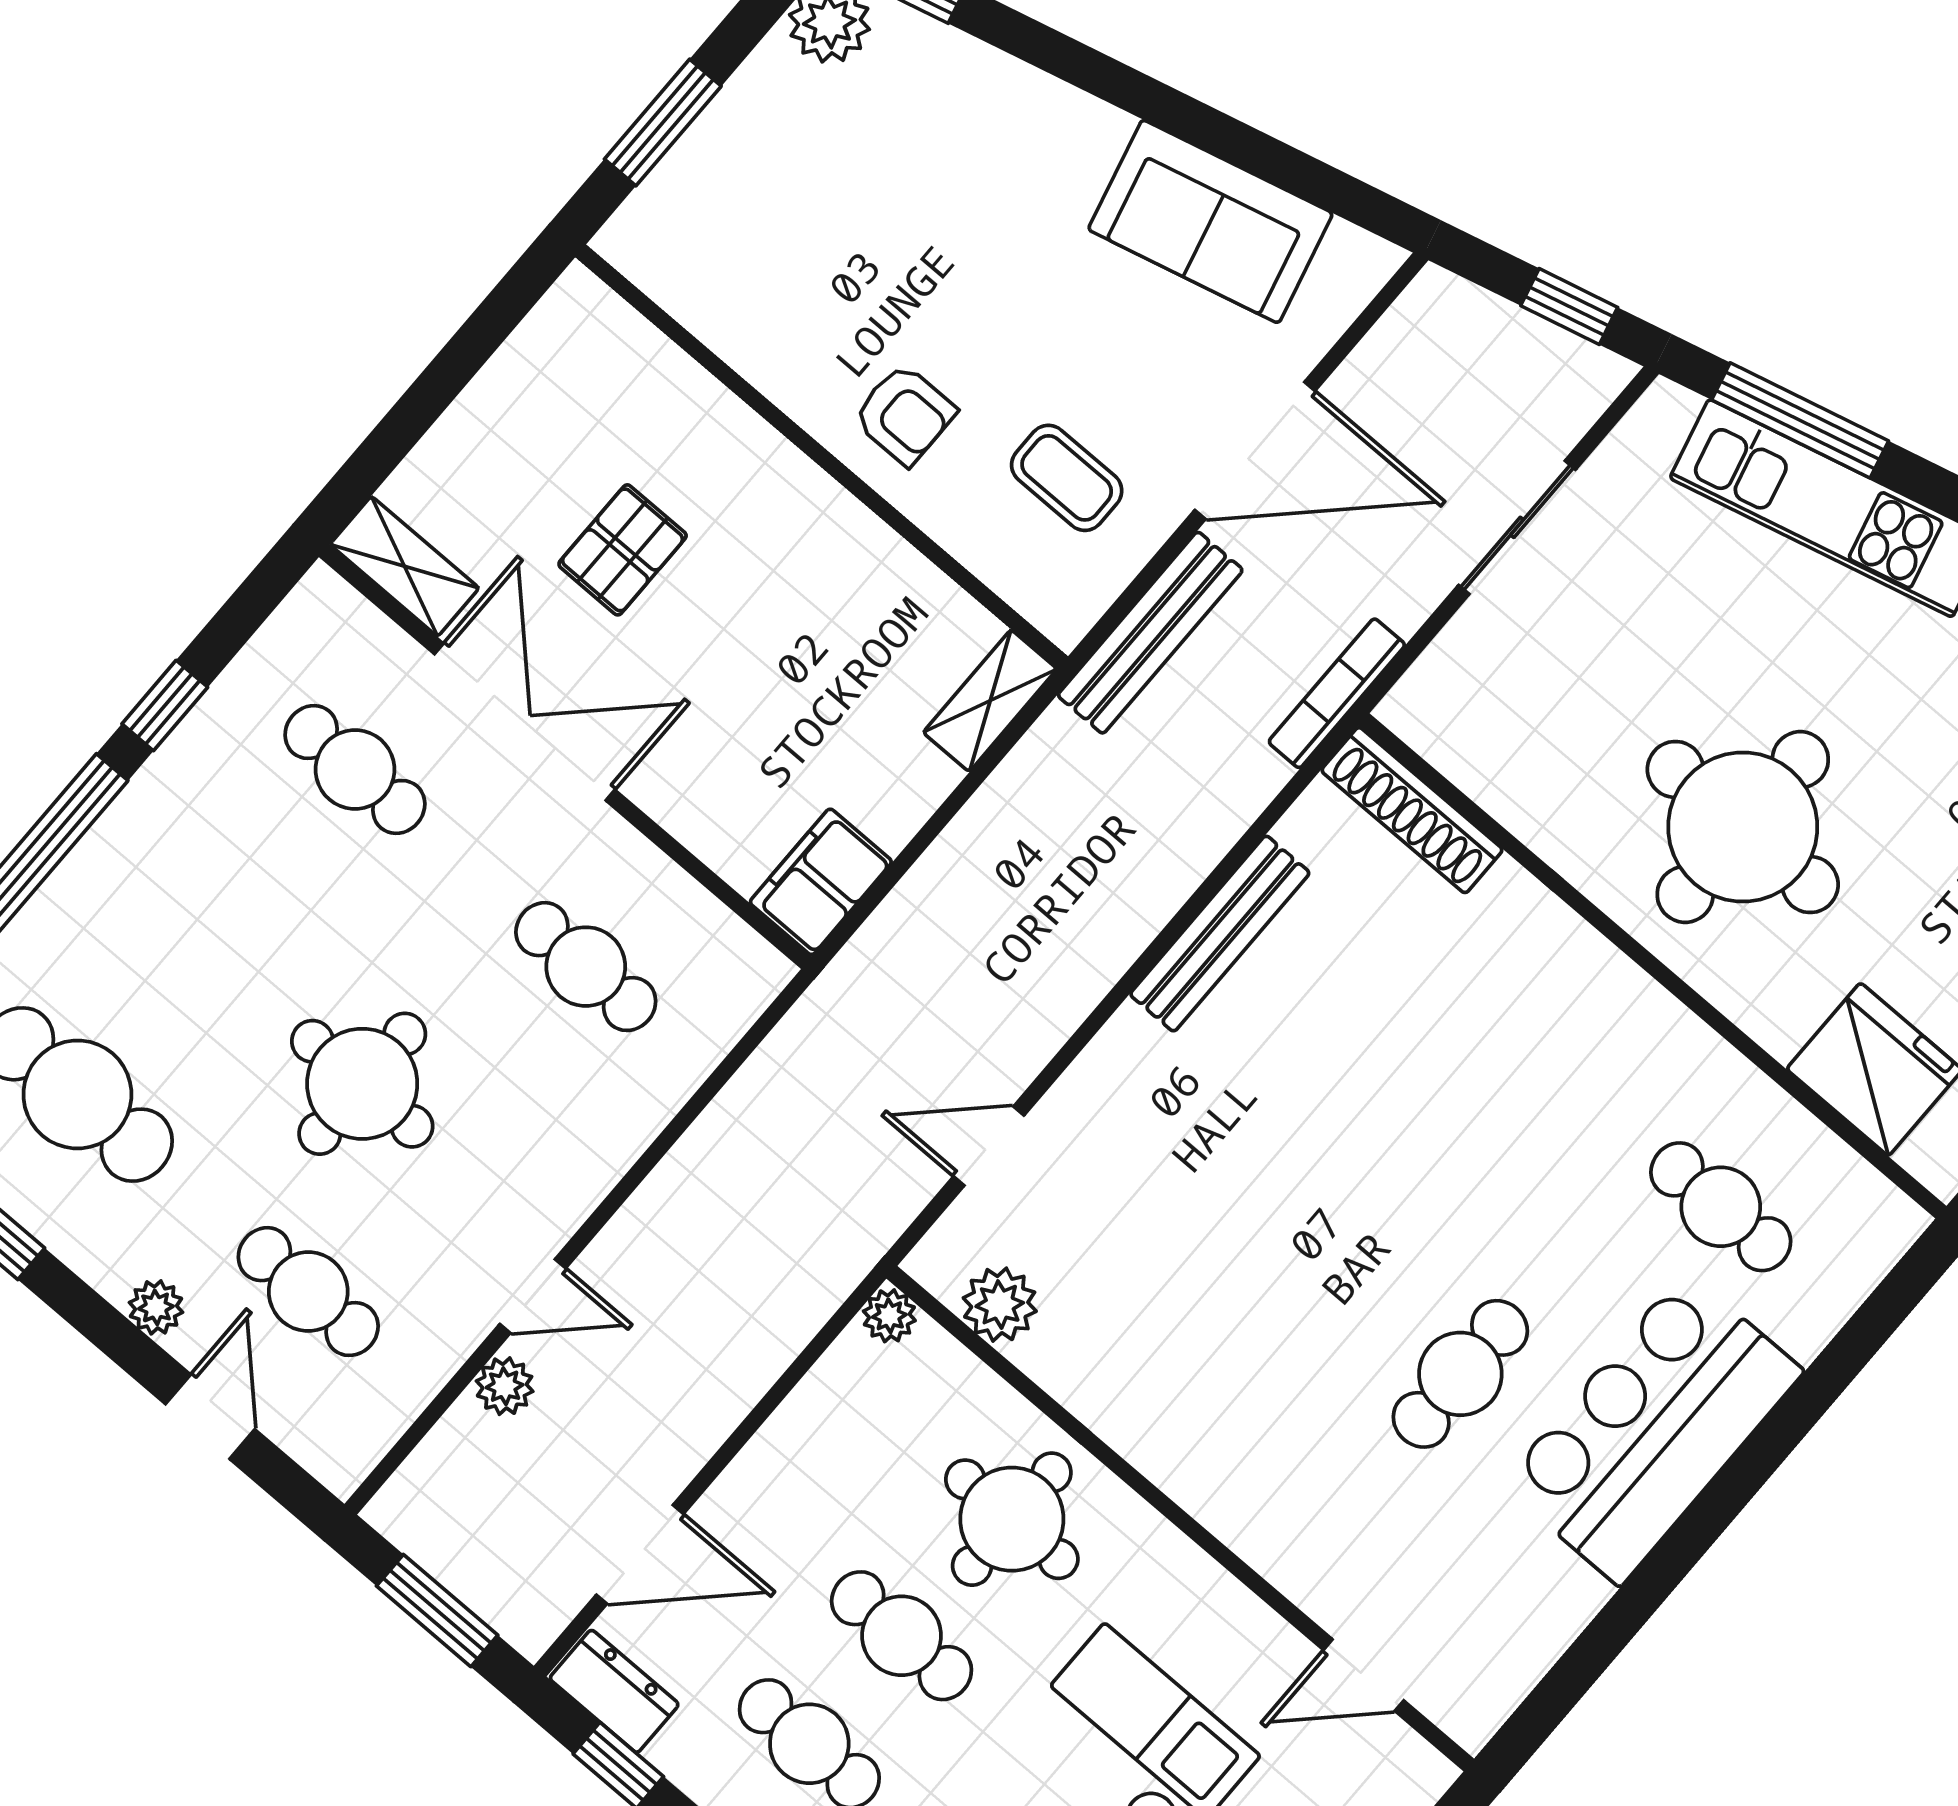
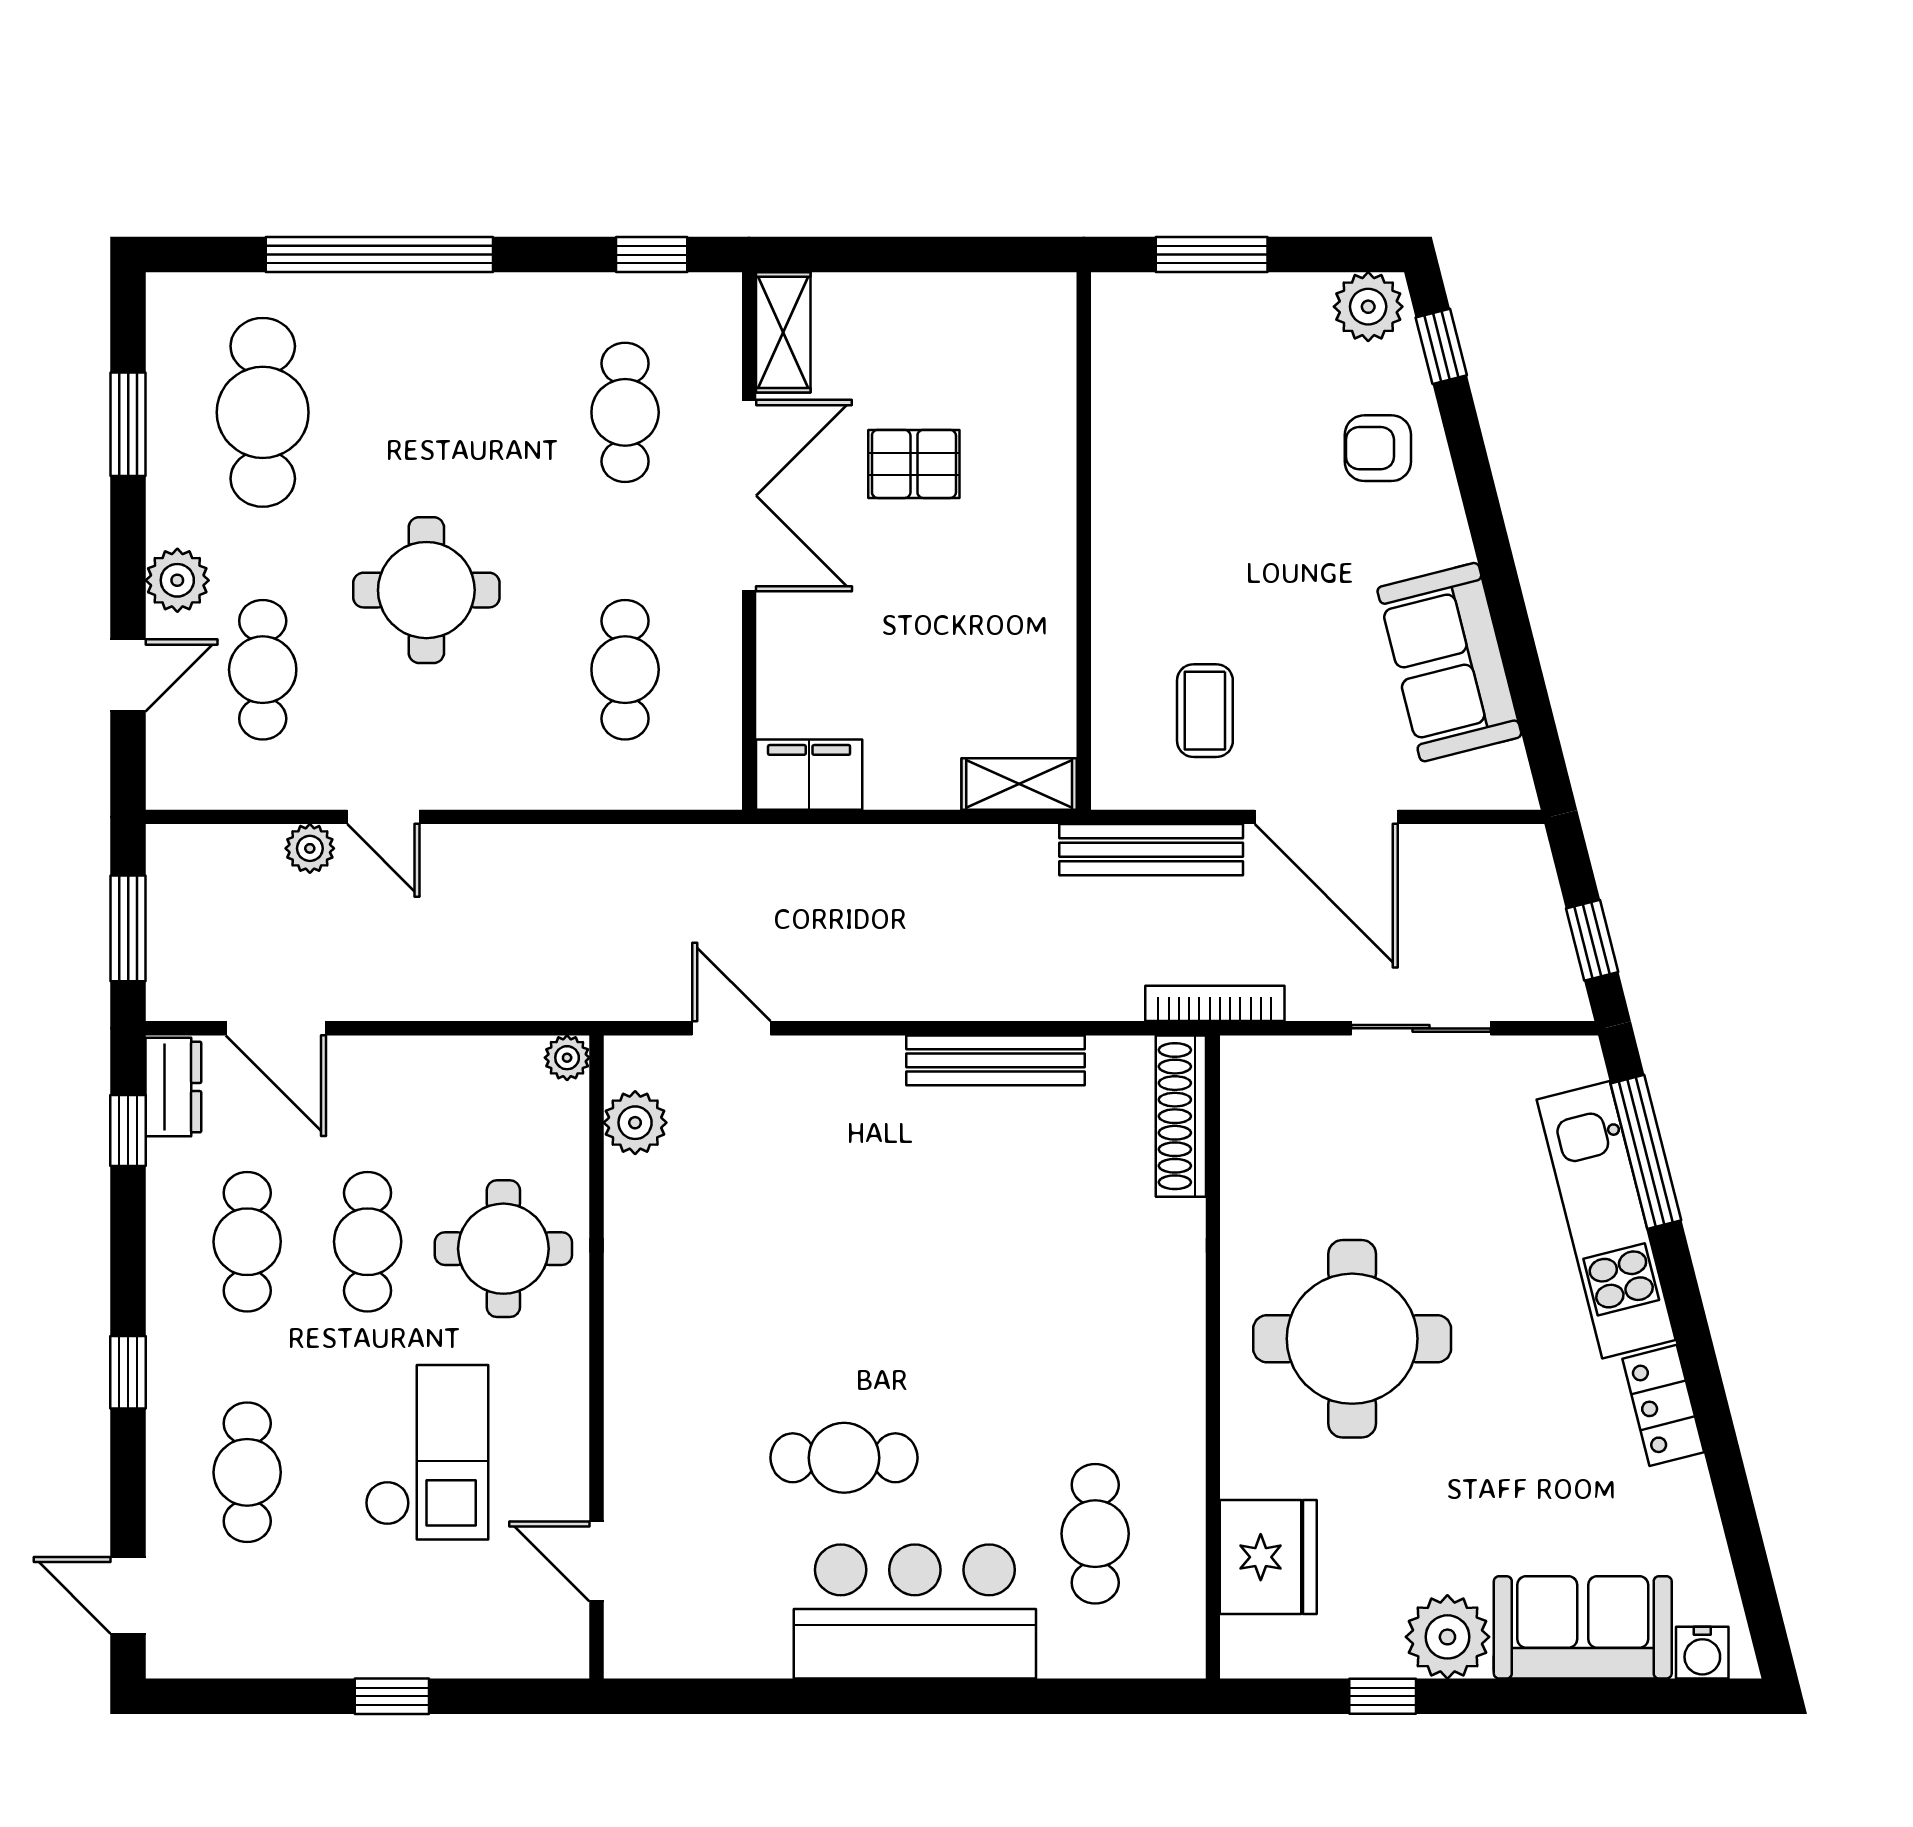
armchair: (904, 414) -> (1378, 448), moved, turned 90
window: (165, 706) -> (652, 255), moved
plant: (156, 1307) -> (177, 580), width x1.38, depth x1.38

